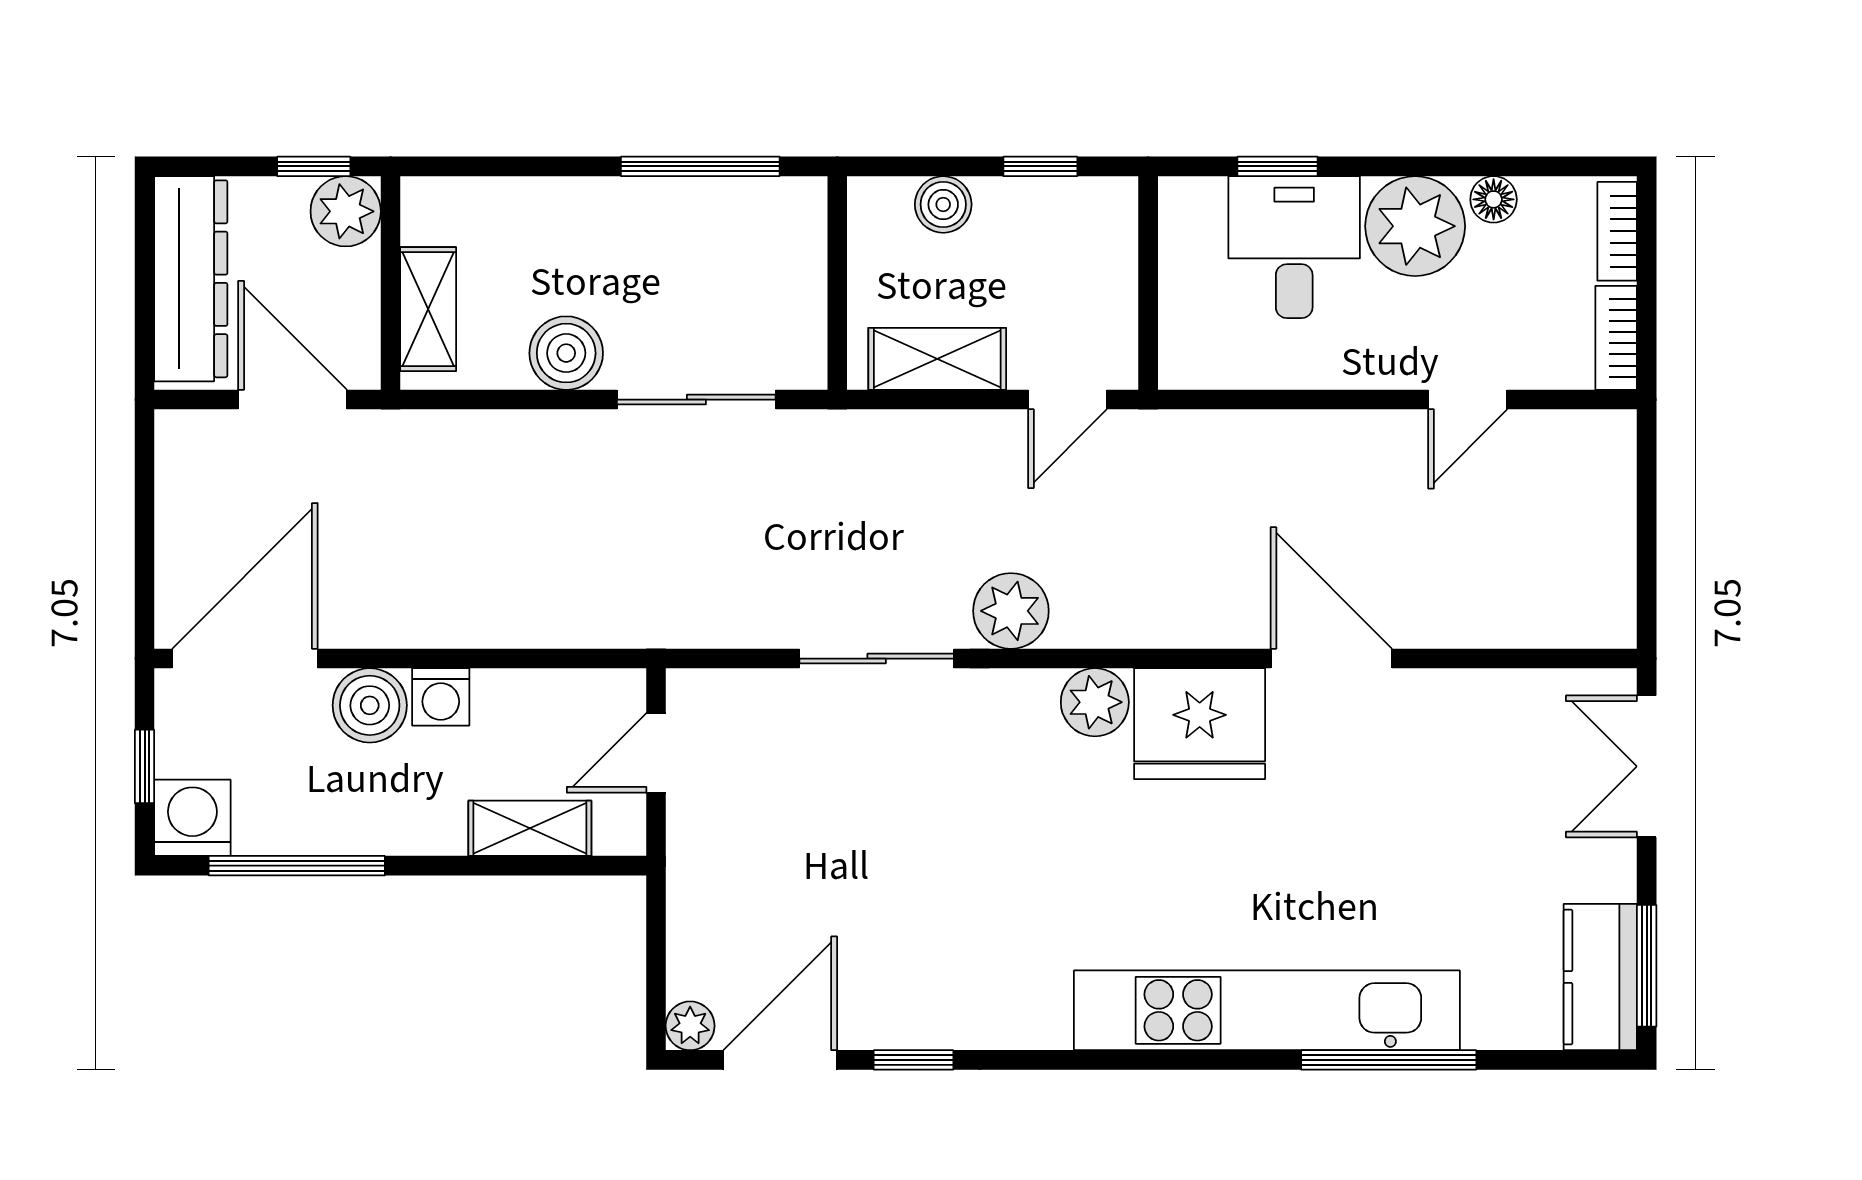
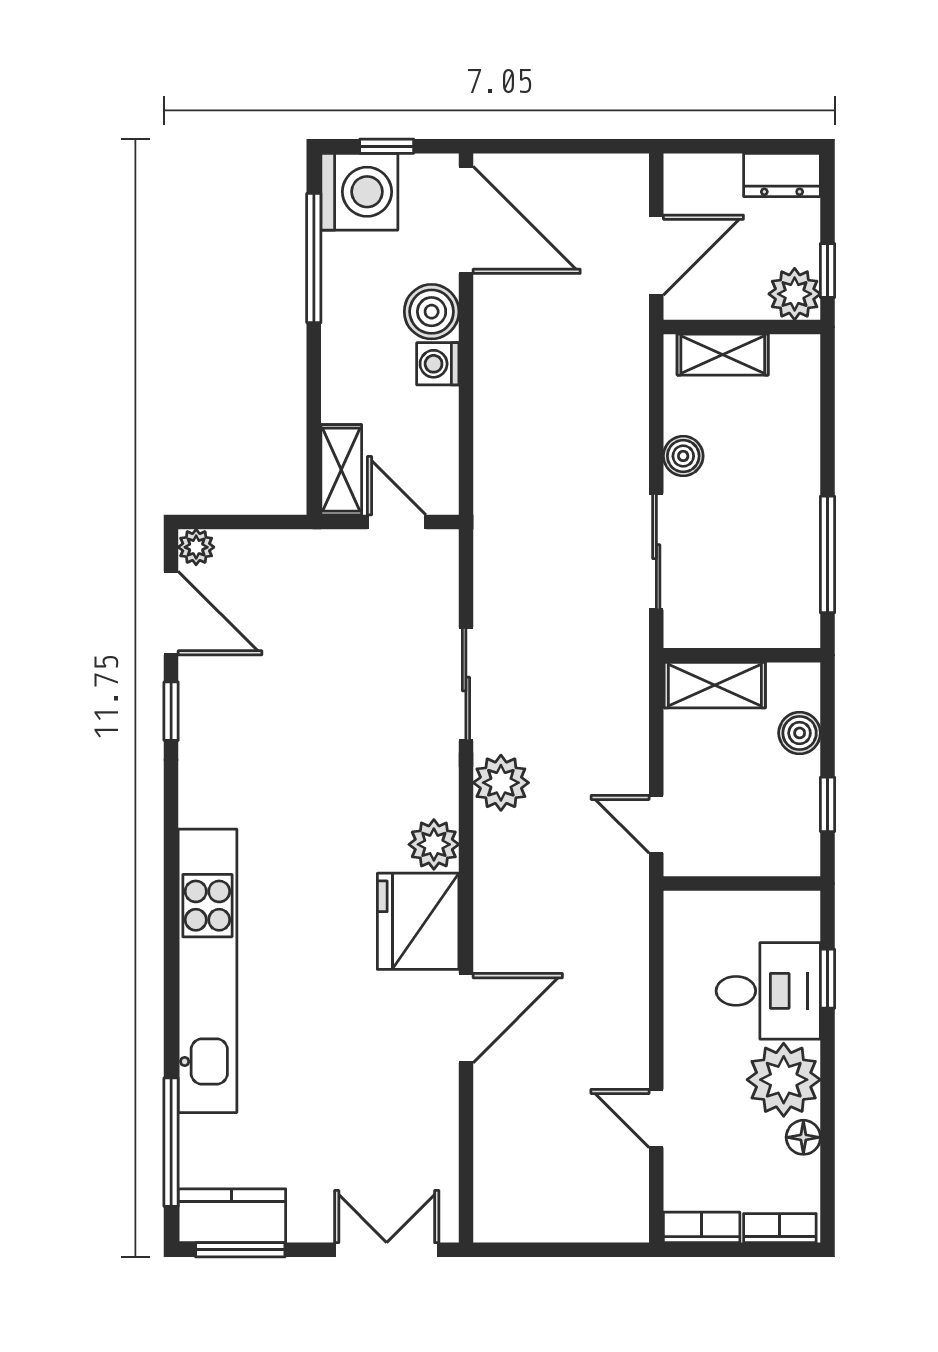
dresser: (191, 279) -> (782, 175), width x0.51, depth x0.80
boiler: (566, 353) -> (683, 456), width x0.73, depth x0.73
shelving: (937, 359) -> (715, 685), moved, turned 90
washing machine: (192, 818) -> (359, 192), width x1.37, depth x1.37
shelving: (530, 828) -> (341, 470), moved
window: (1389, 1060) -> (171, 1142), moved

